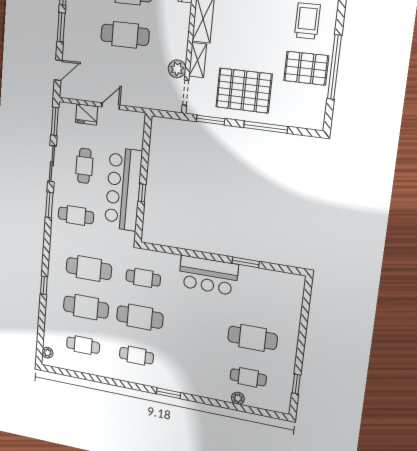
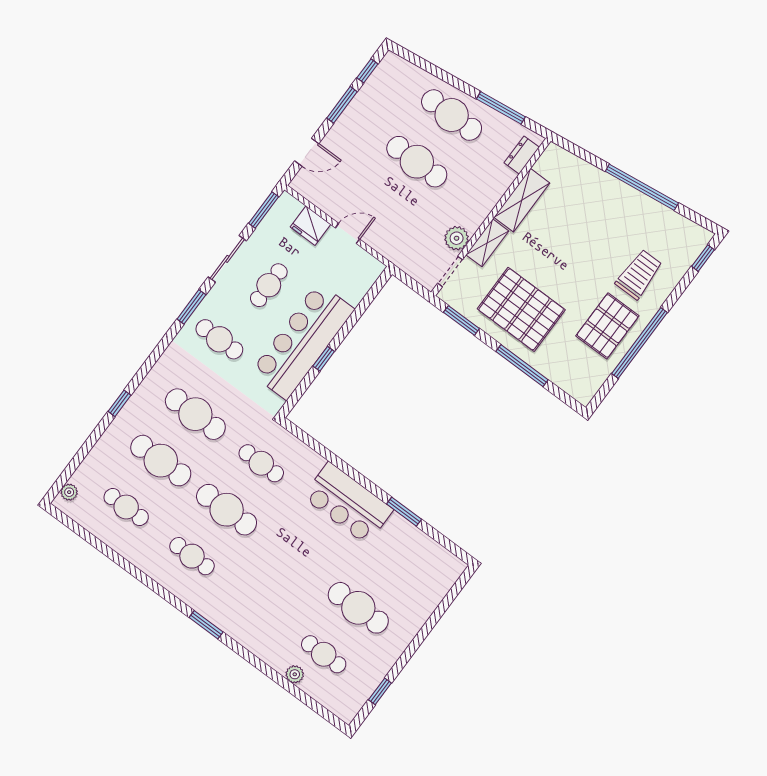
pallet: (306, 68) -> (607, 326), turned 90

